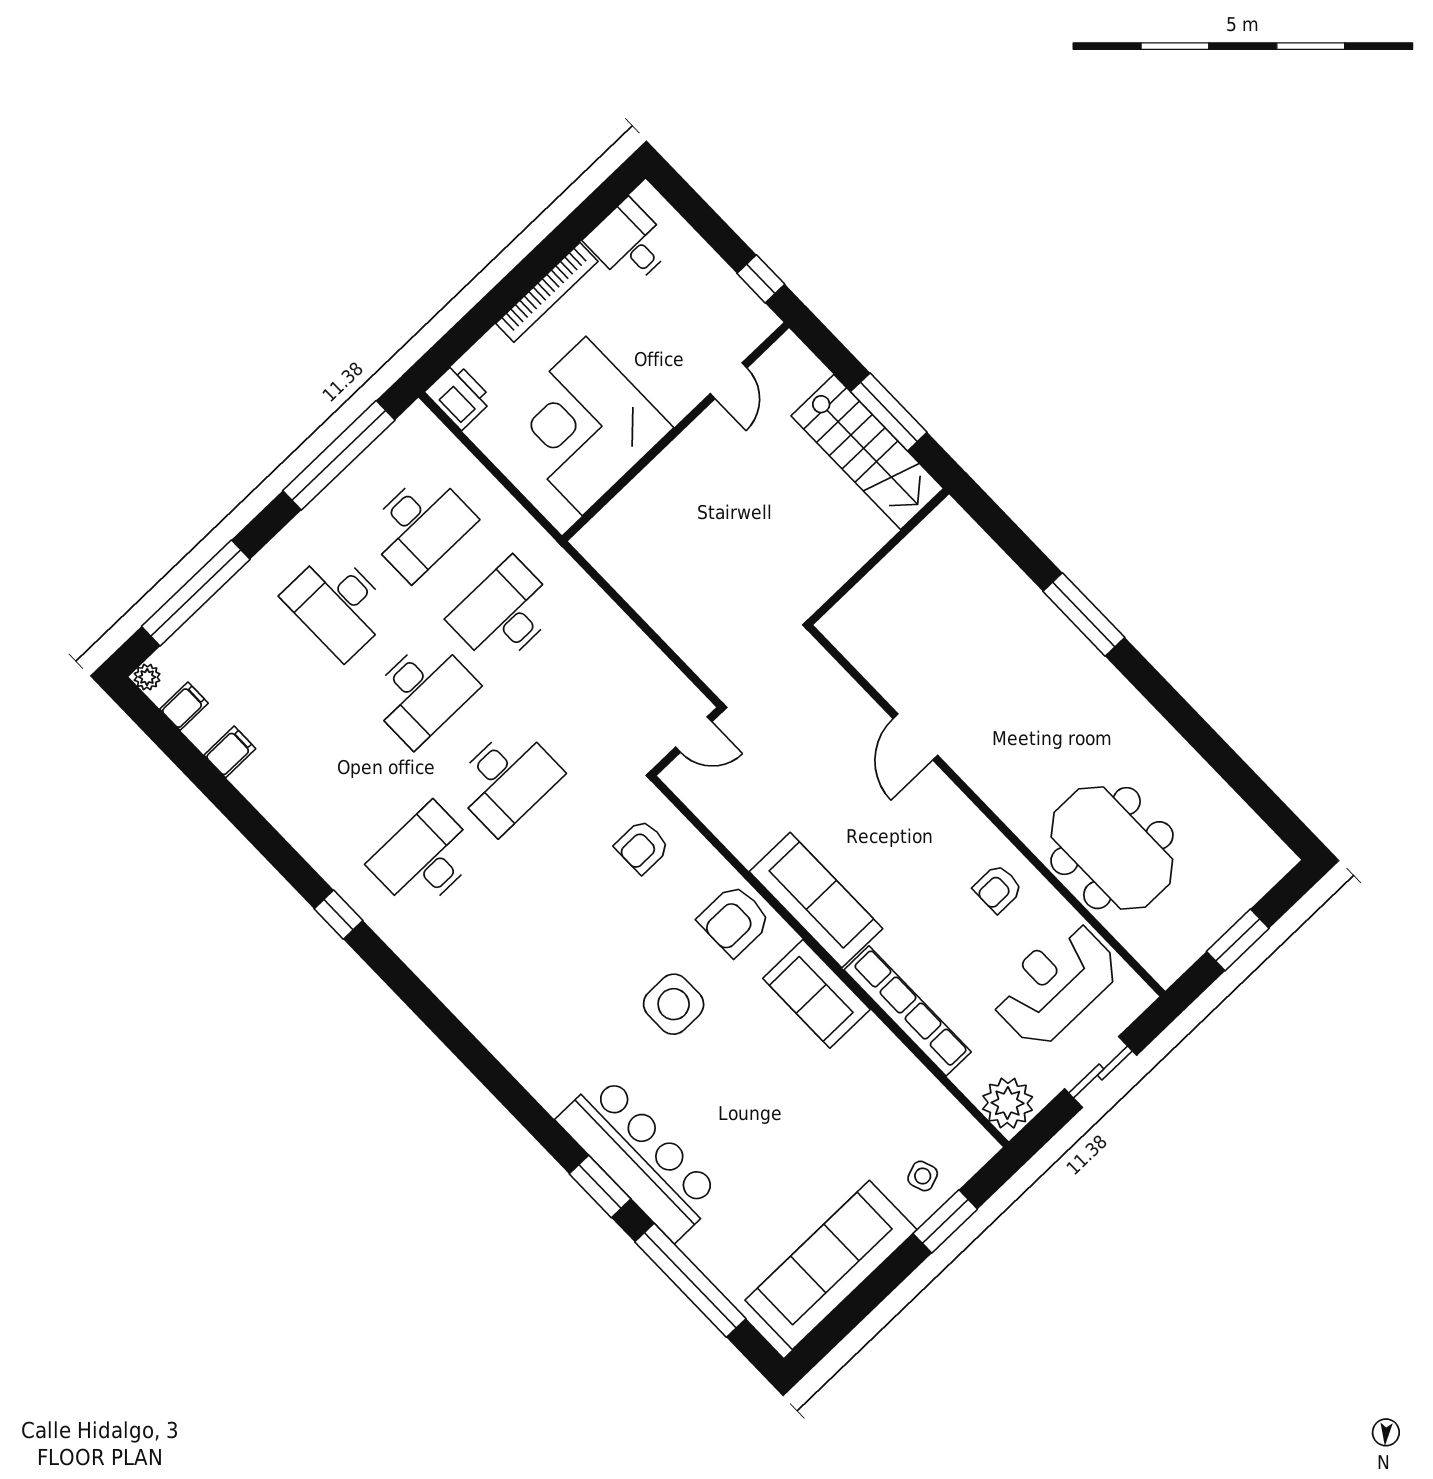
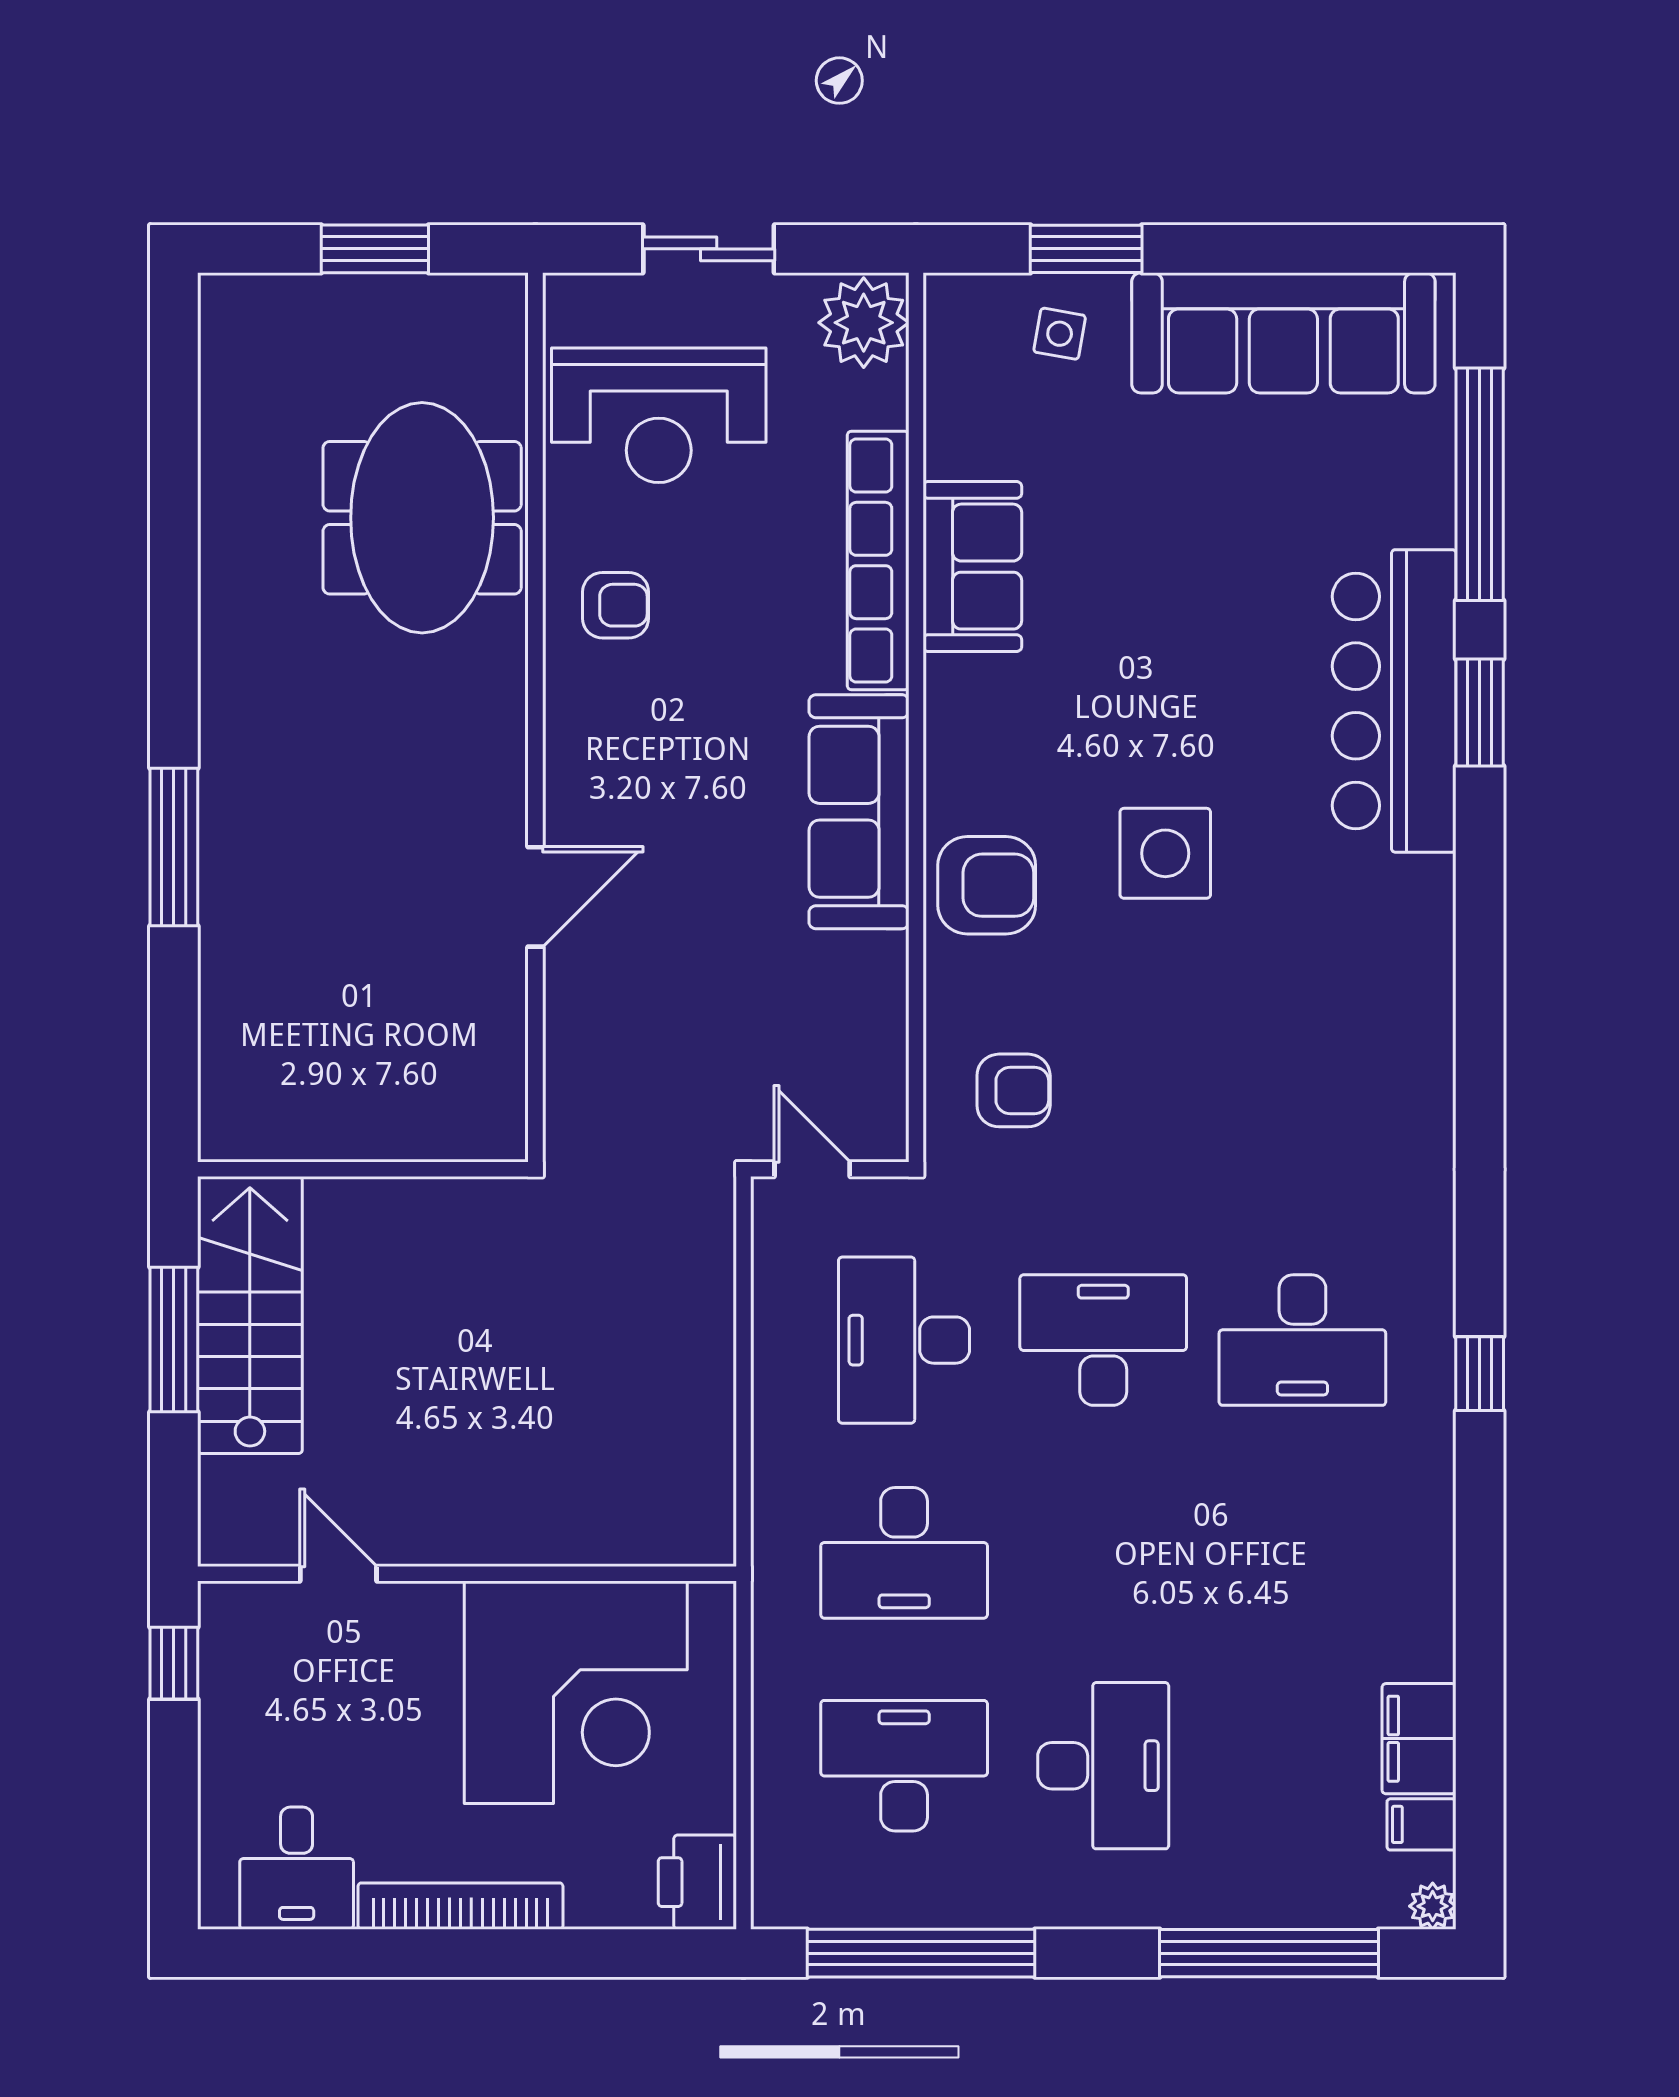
door: (729, 381) -> (338, 1574), hinge flipped
desk: (422, 692) -> (904, 1340), moved, turned -90
filing cabinet: (230, 752) -> (1419, 1739), width x2.00
sofa: (816, 994) -> (972, 567), moved
side table: (923, 1176) -> (1060, 334), turned 30

